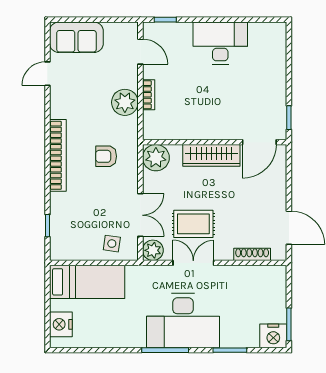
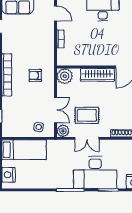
plant: (125, 102) -> (46, 43), removed
double door: (193, 263) -> (87, 138), swing flipped
desk: (183, 321) -> (95, 172), moved

